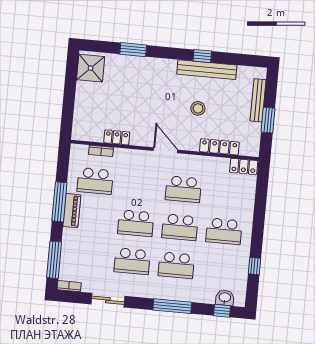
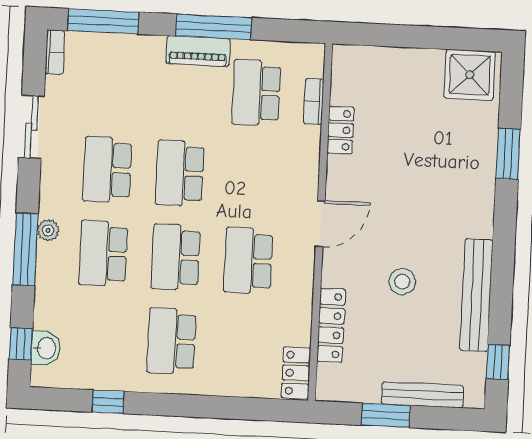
window: (202, 56) -> (498, 362), moved
plant: (163, 294) -> (48, 230), added

